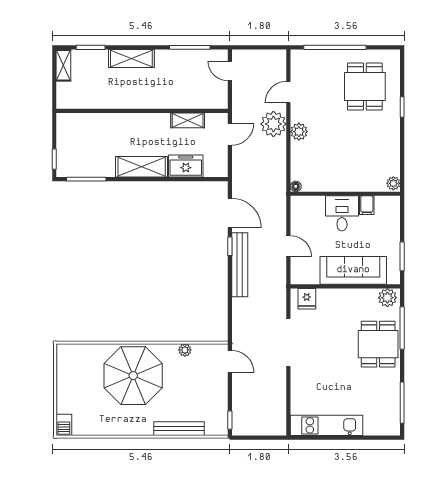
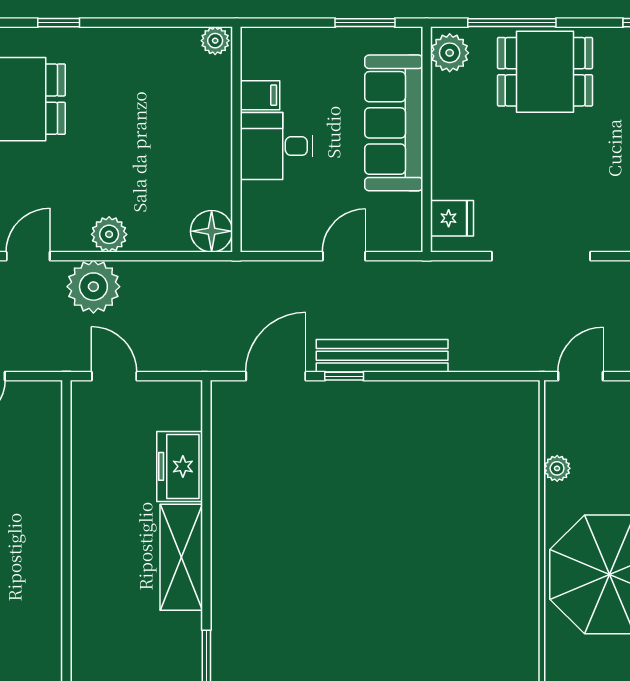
door: (288, 92) -> (28, 256), swing flipped
shelving: (188, 120) -> (86, 463), removed
floor lamp: (296, 186) -> (212, 231), width x1.89, depth x1.89

